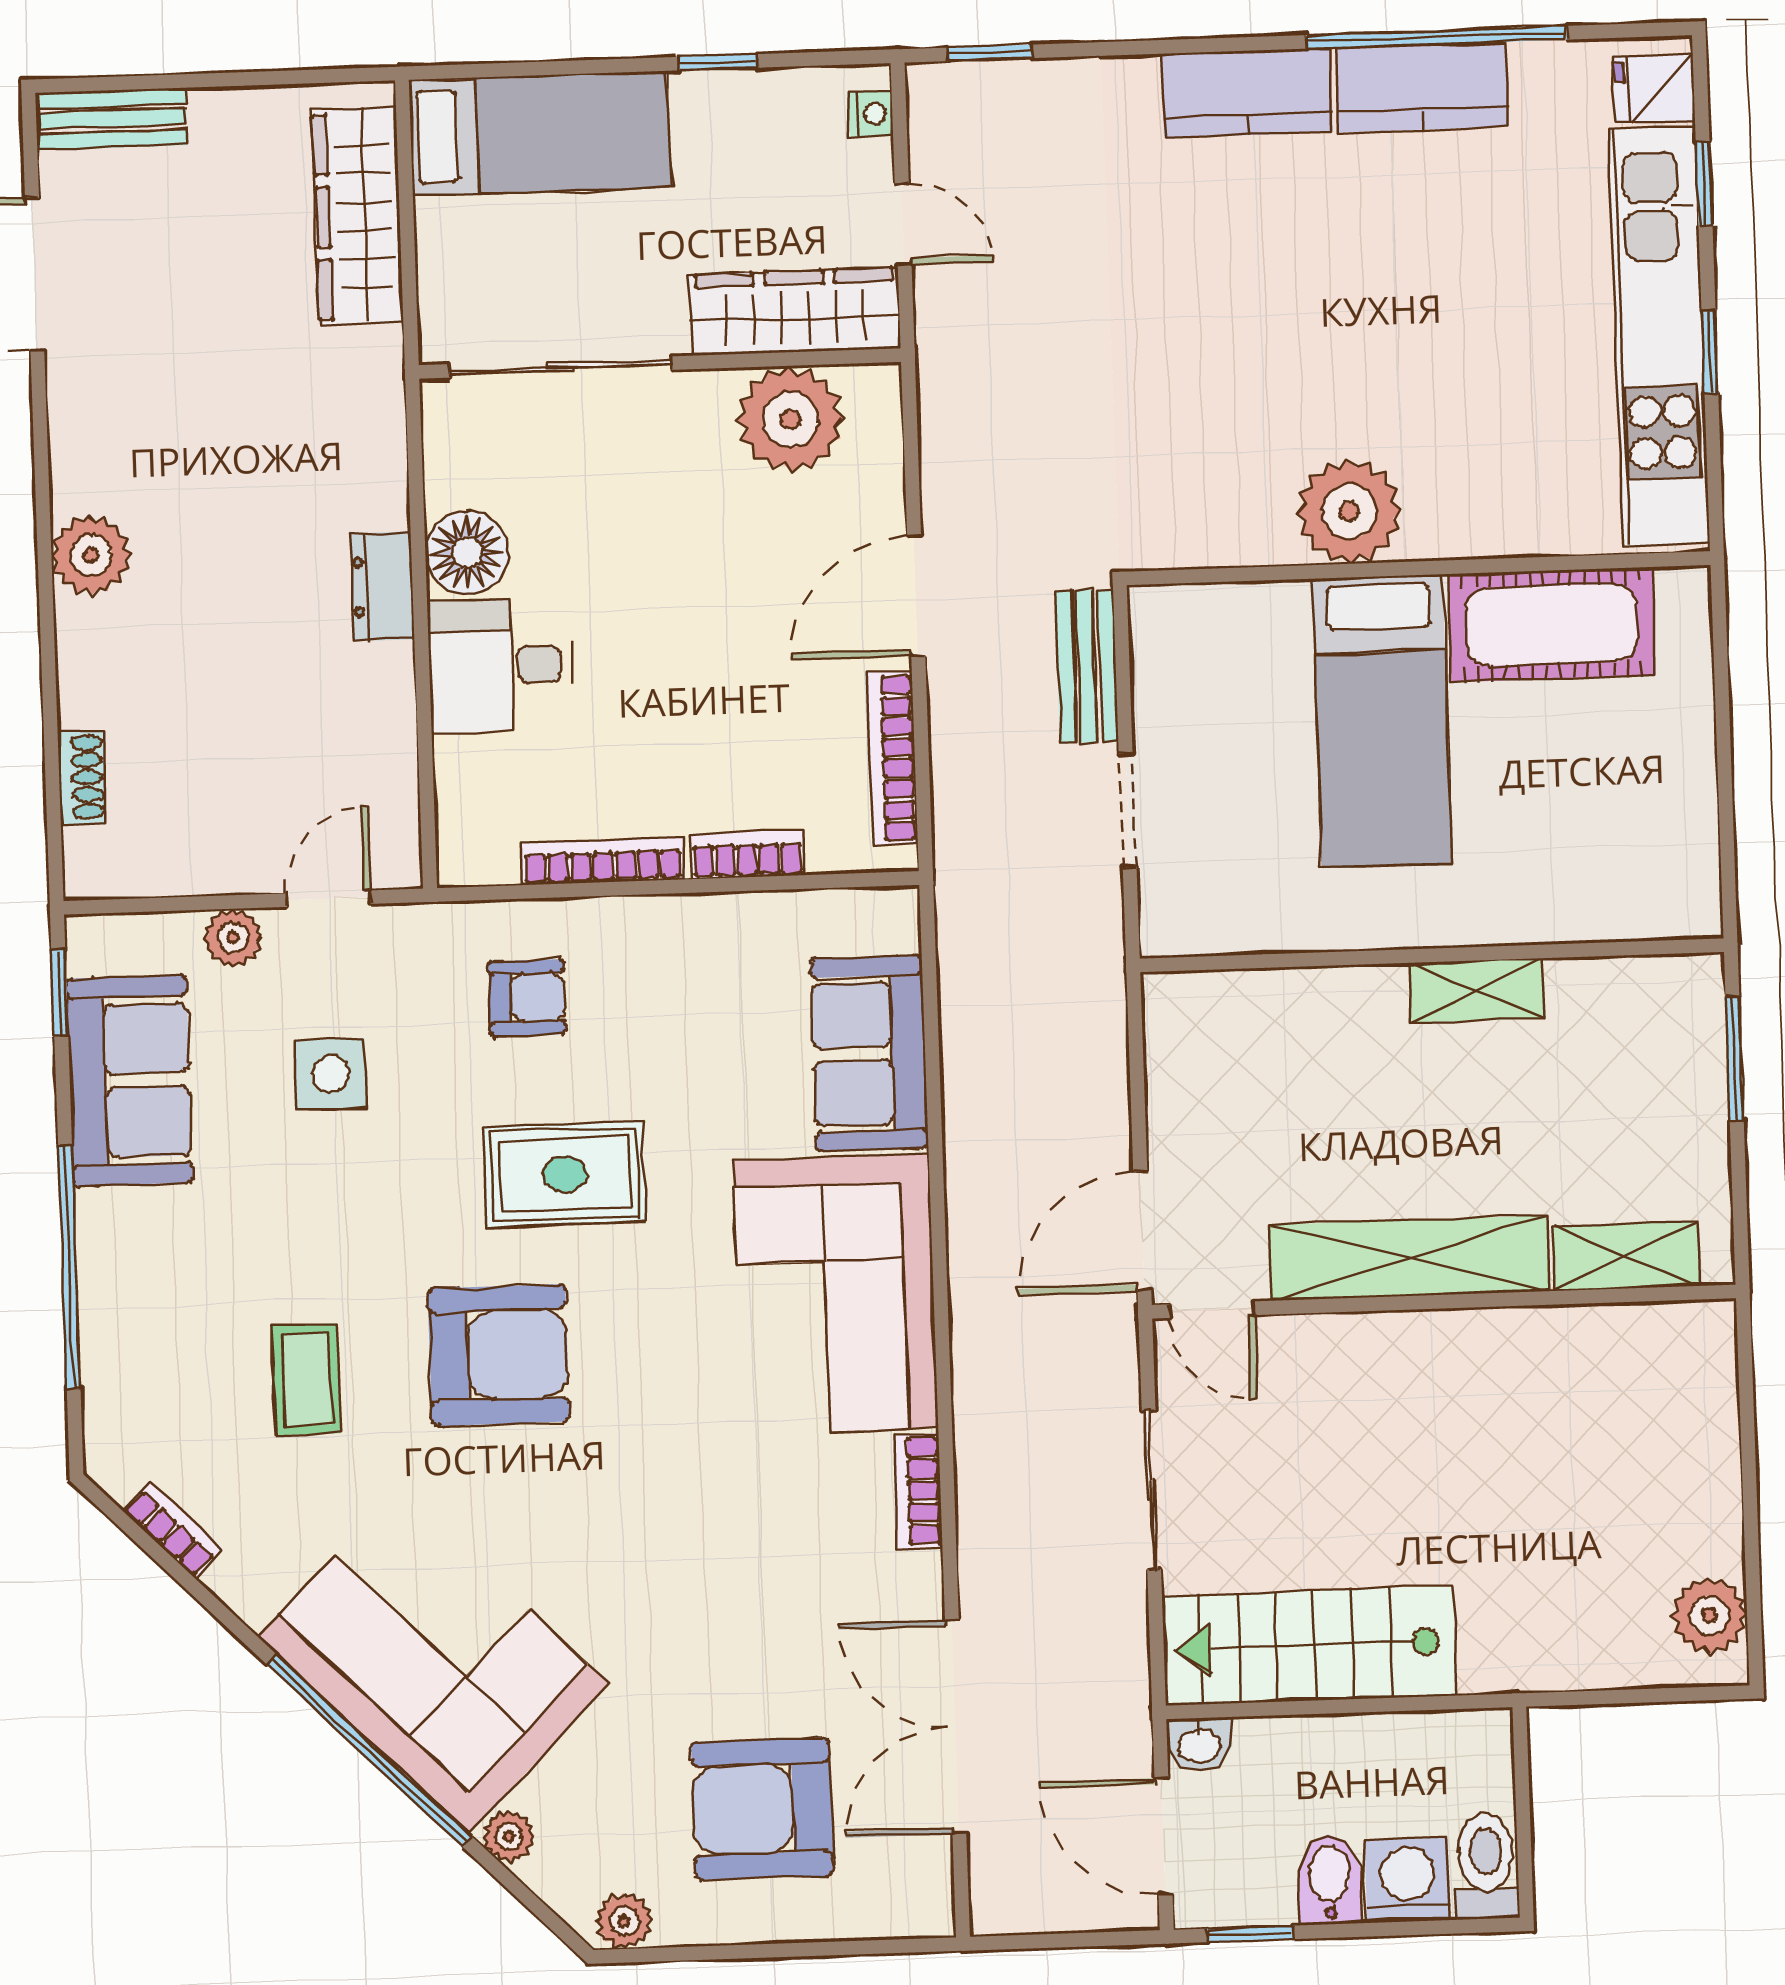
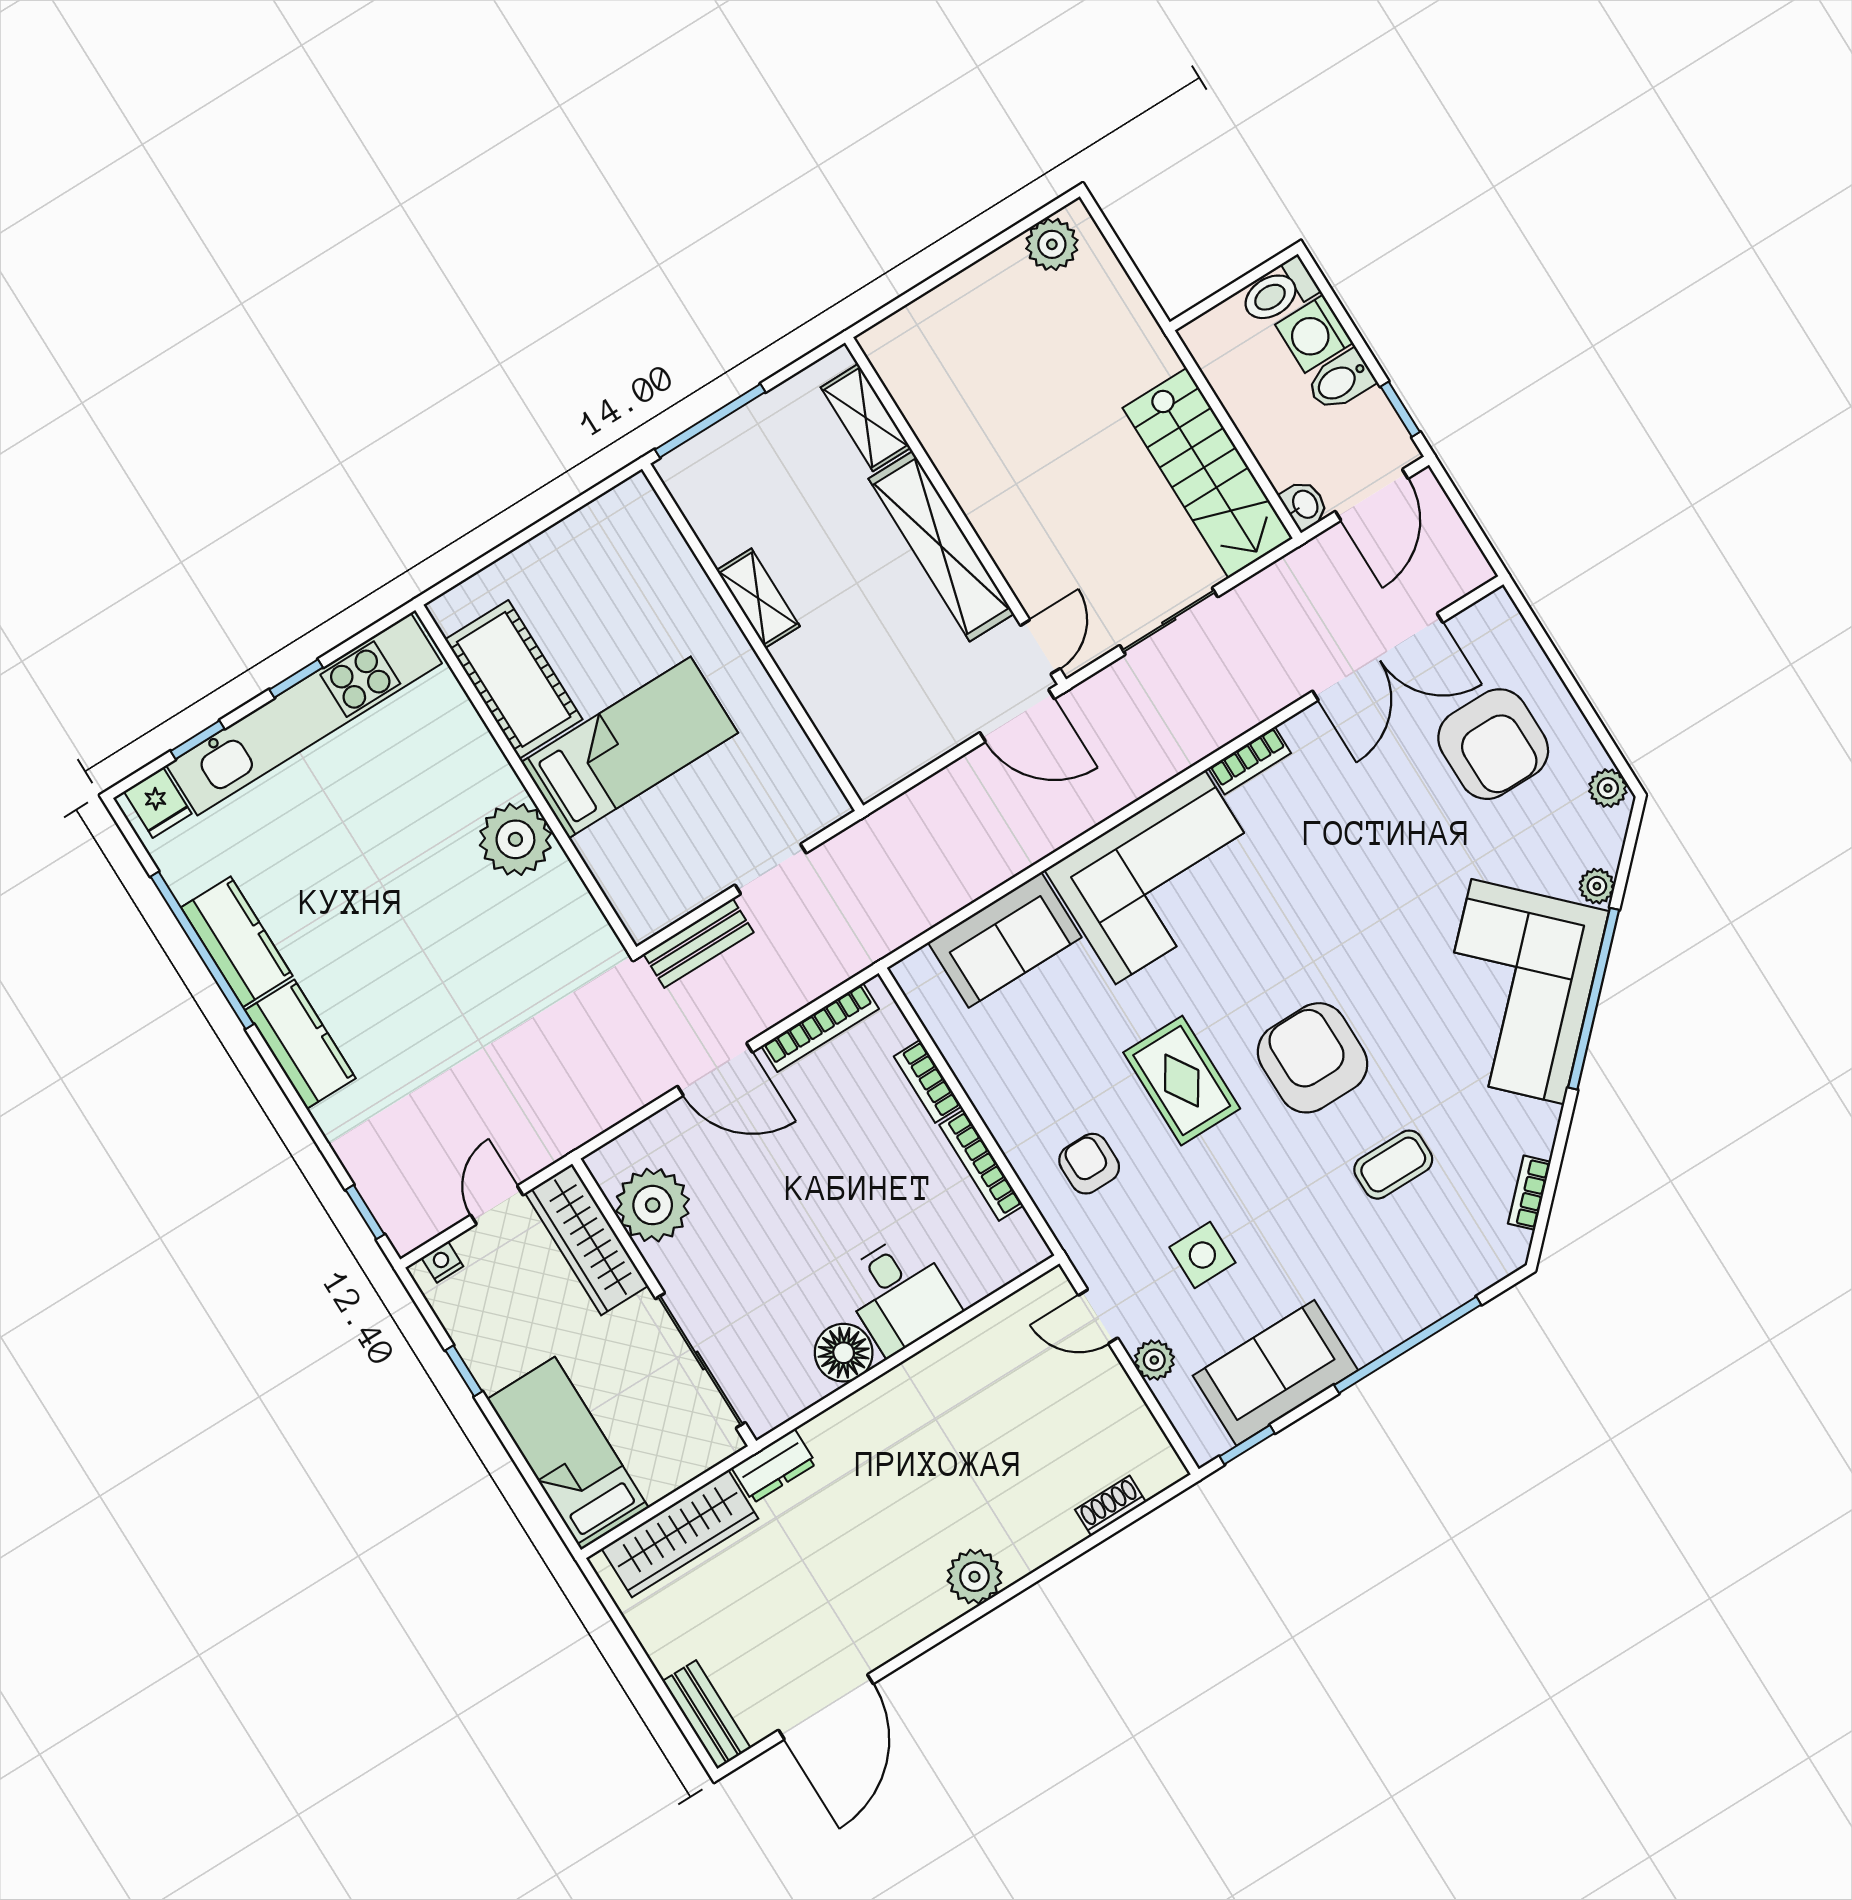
dresser: (382, 586) -> (774, 1466), moved
window: (1735, 1058) -> (710, 421), width x1.44

